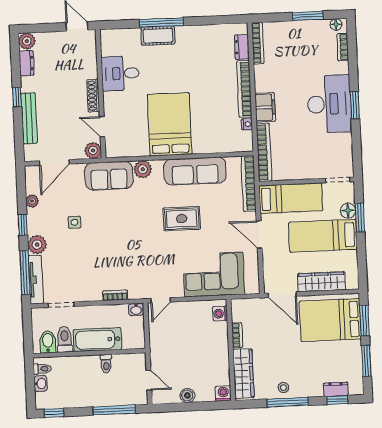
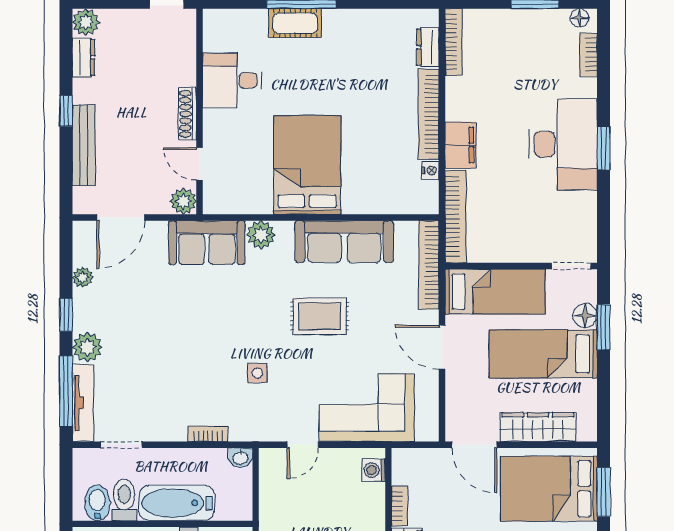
side table: (74, 222) -> (257, 373), moved
door: (161, 300) -> (303, 445), moved

